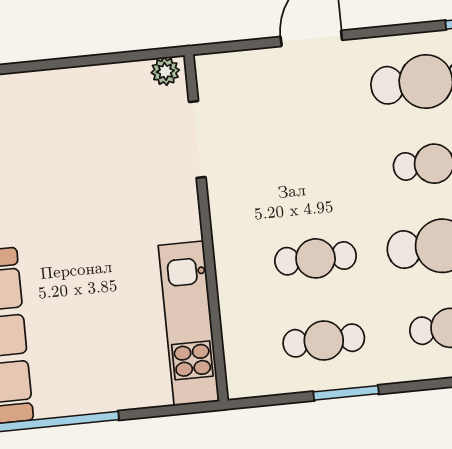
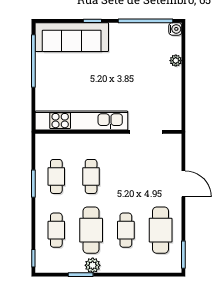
plant: (165, 71) -> (176, 61), moved
kitchen unit: (189, 323) -> (81, 121), width x1.36

